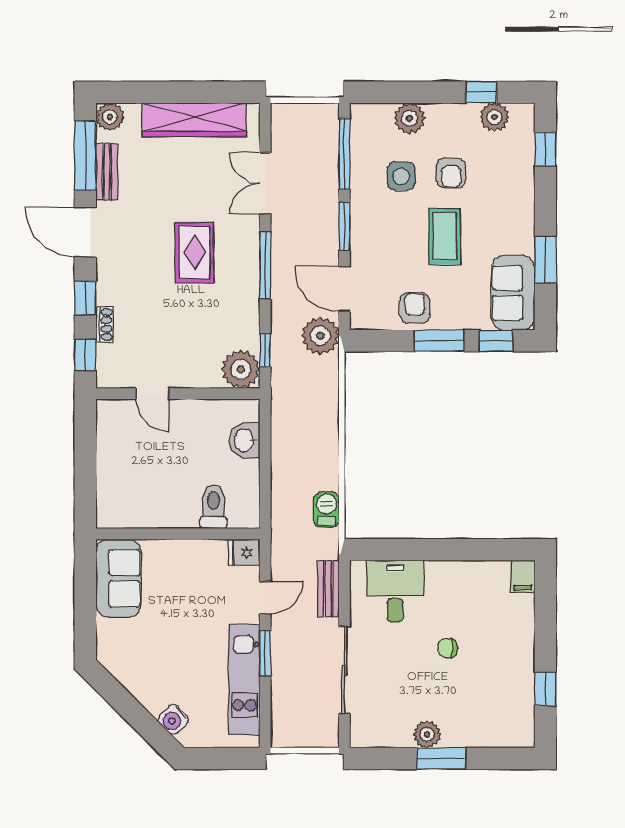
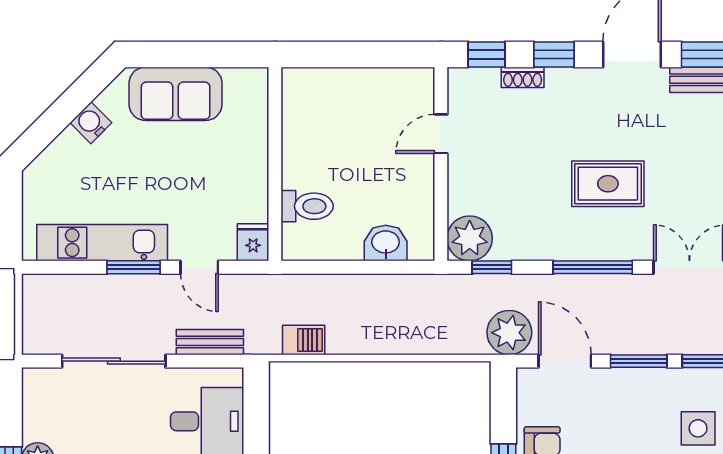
door: (344, 289) -> (565, 361), hinge flipped
sofa: (118, 578) -> (176, 94), moved
water cooler: (173, 720) -> (91, 123), moved

